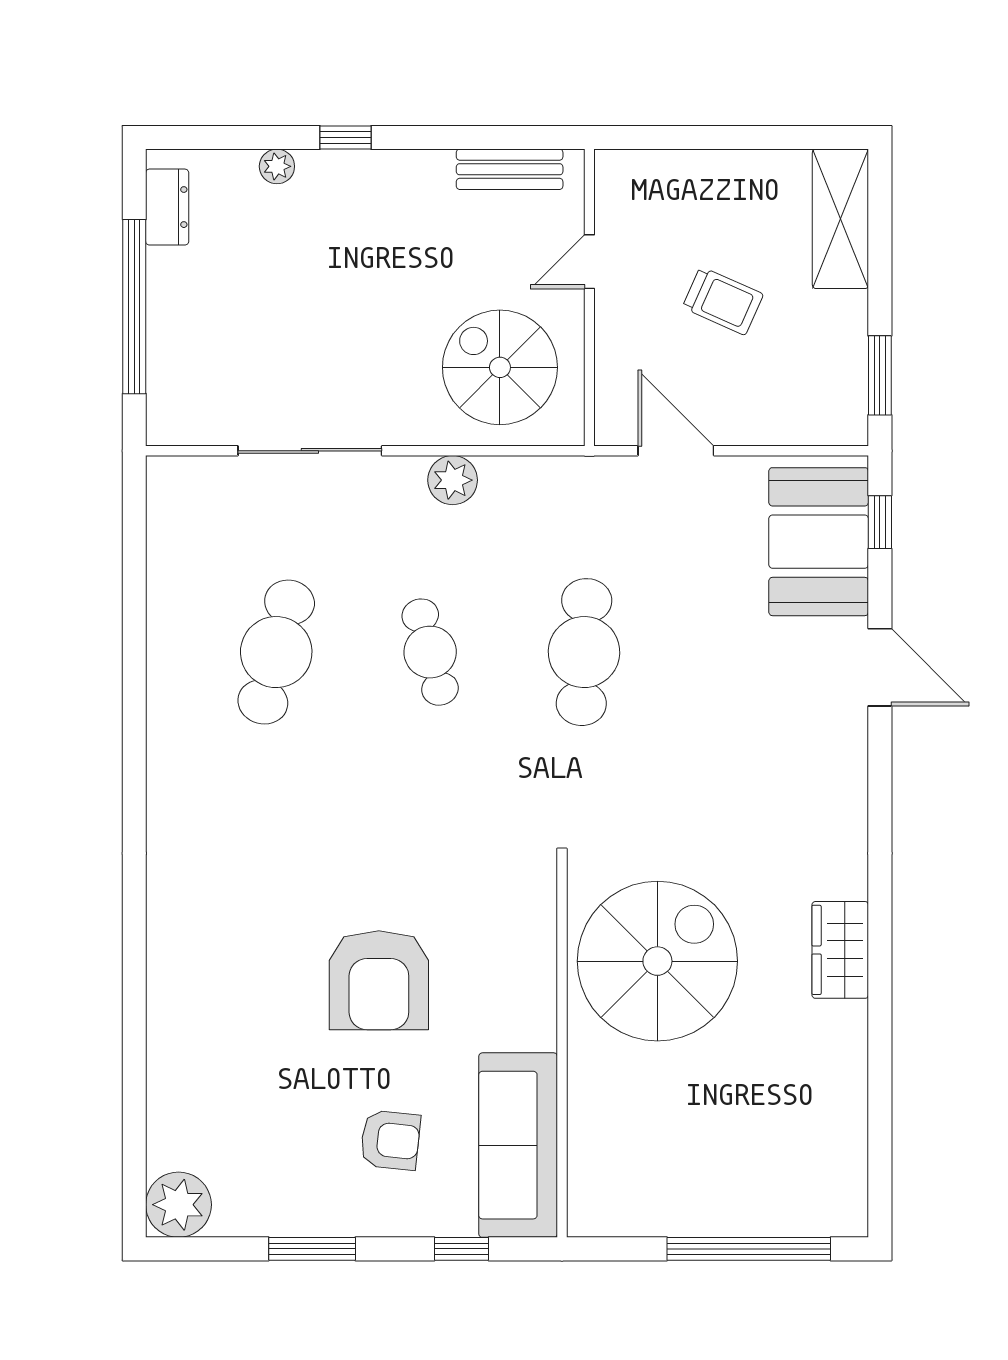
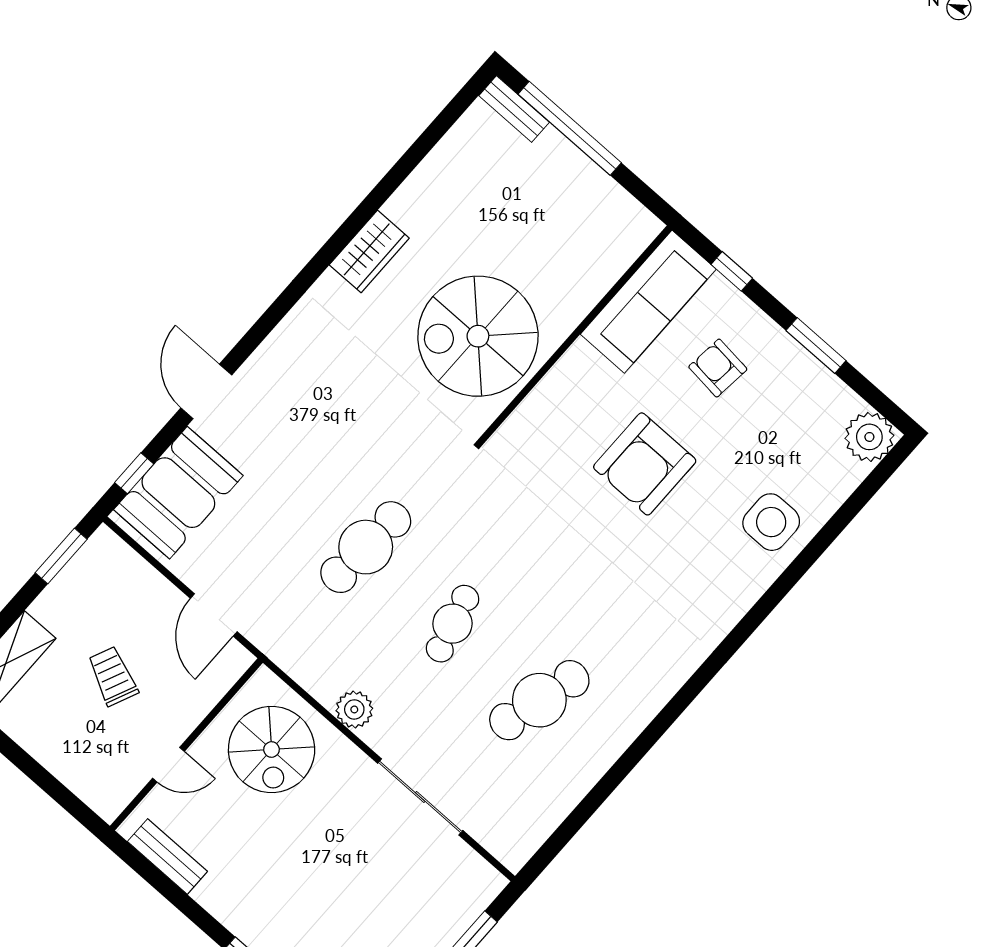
armchair: (379, 980) -> (645, 464), turned 180
side table: (202, 1033) -> (771, 522), added
bench: (821, 1220) -> (514, 109), added

